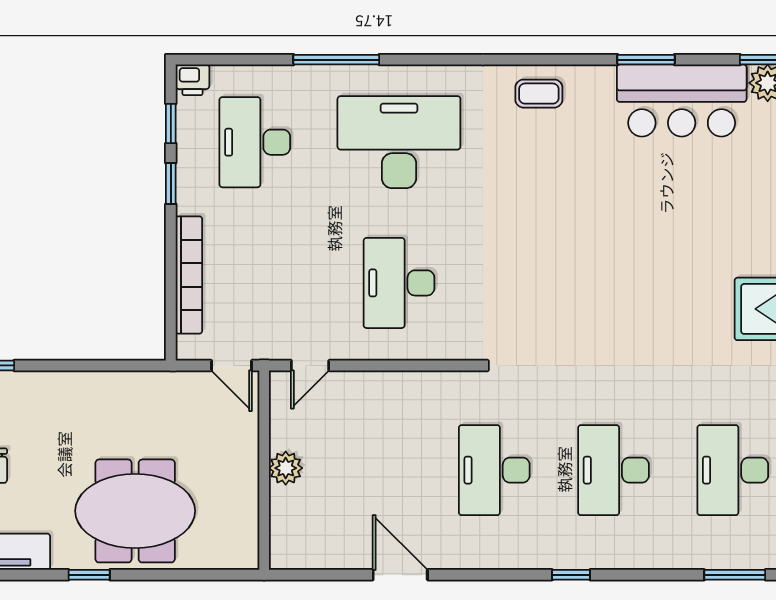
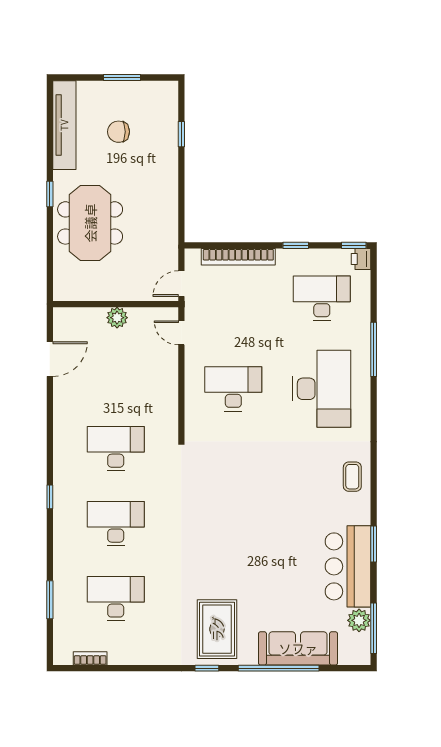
window: (171, 123) -> (354, 245), moved
door: (400, 575) -> (50, 359), moved

